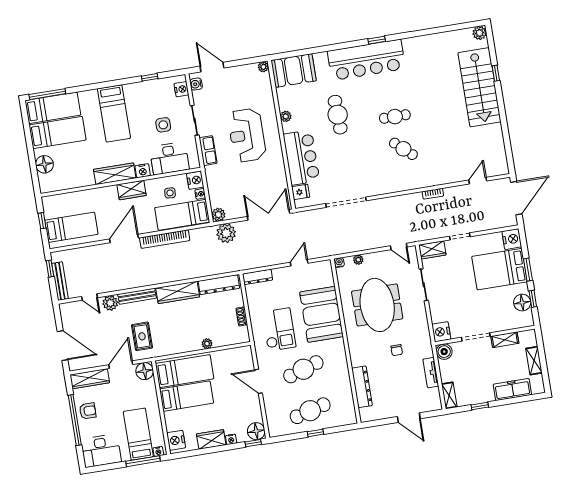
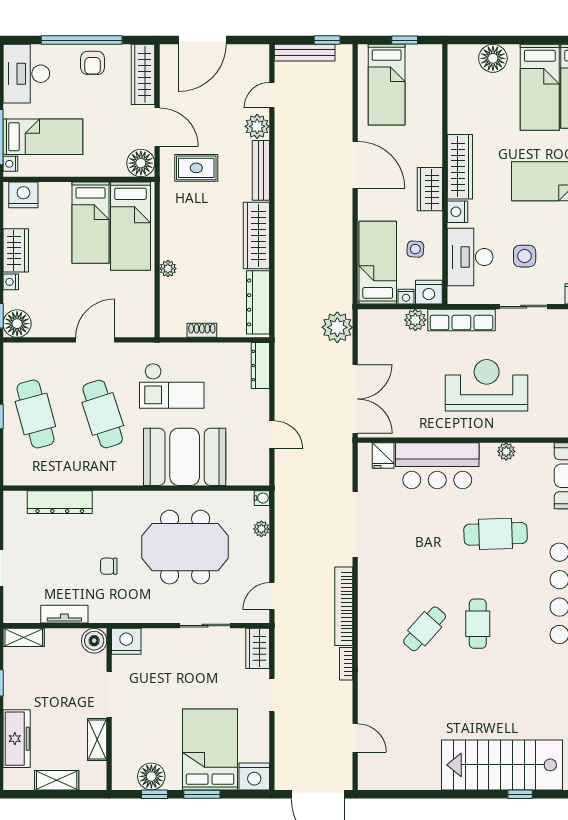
row of seats: (208, 151) -> (461, 320), width x1.48
plant: (218, 215) -> (415, 320), moved
bookcase: (165, 239) -> (344, 606), moved

